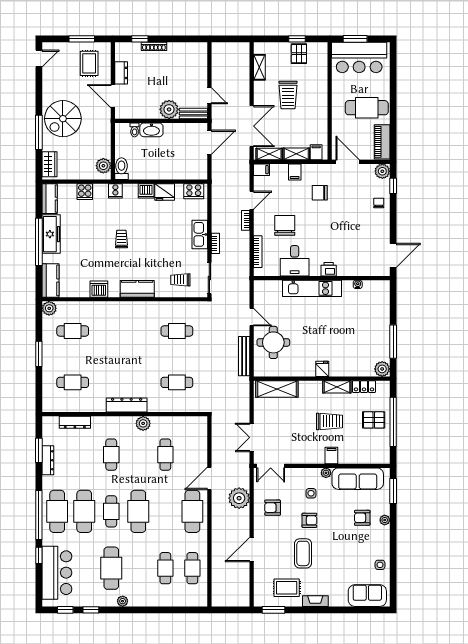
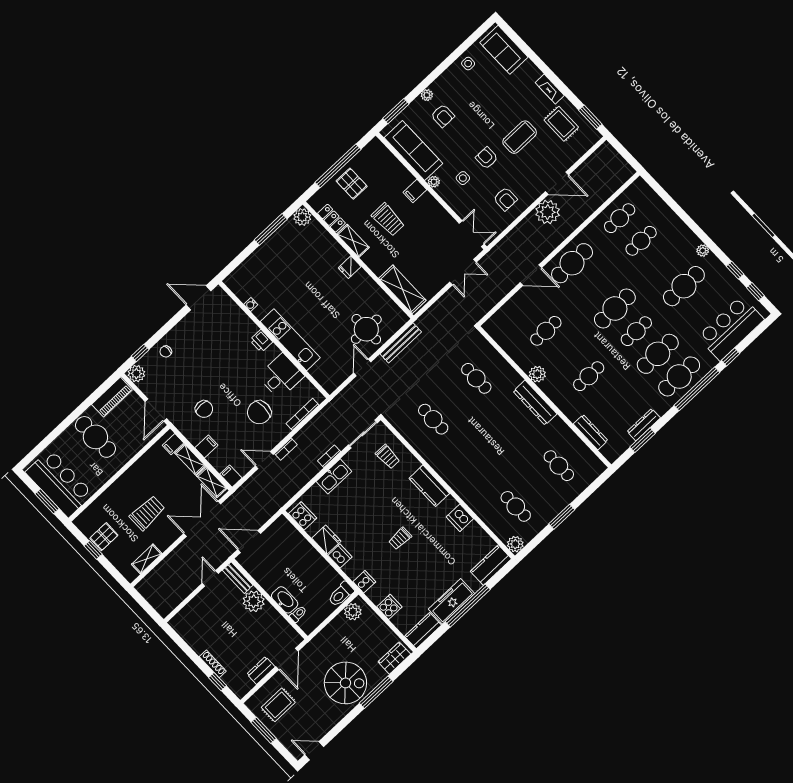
trolley: (329, 421) -> (388, 220), turned 180
plant: (239, 498) -> (548, 212), moved

